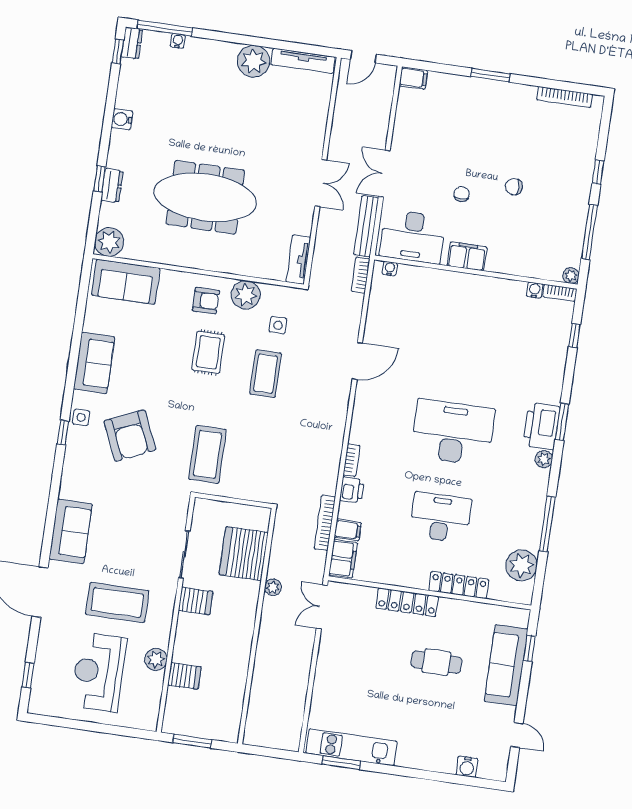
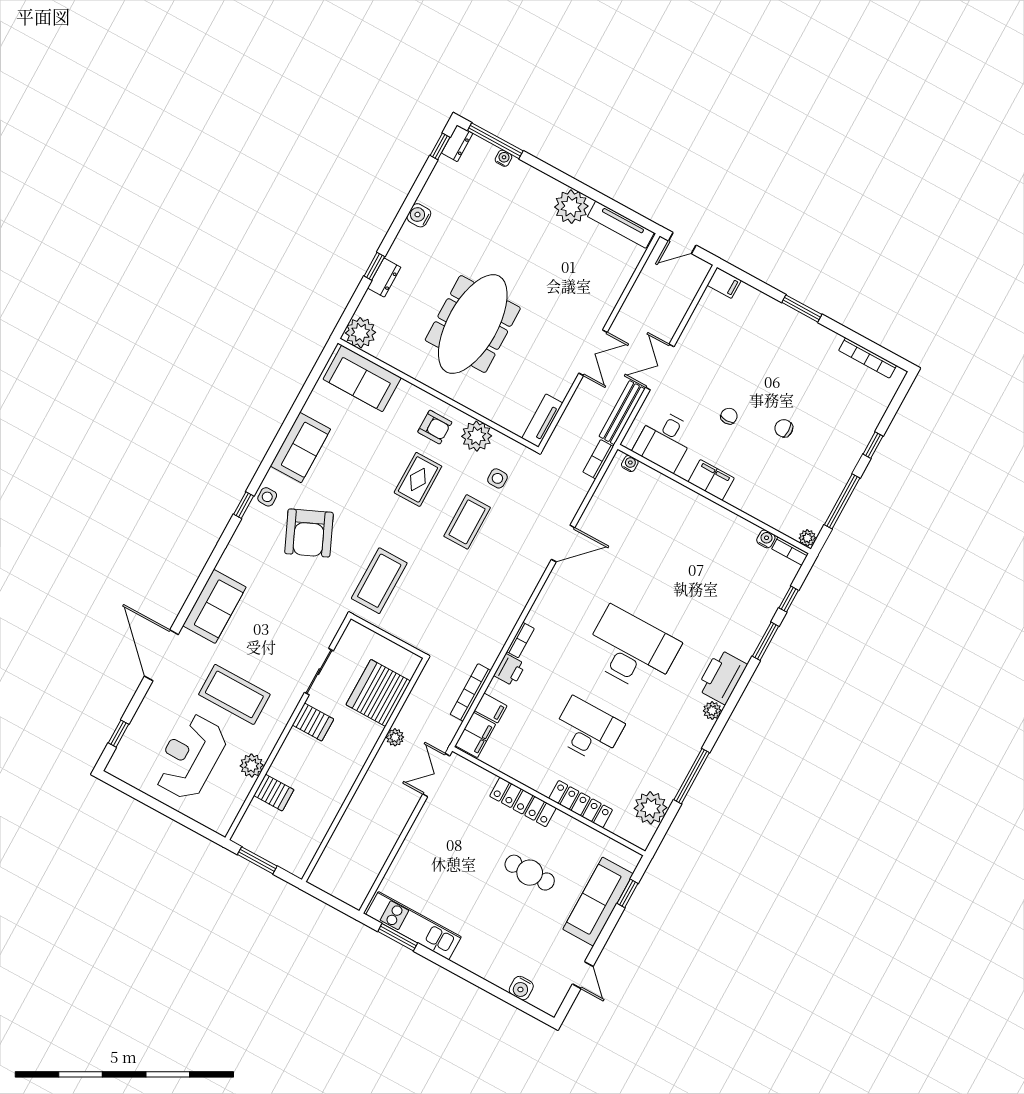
meeting table: (205, 197) -> (473, 324), turned 90
desk: (413, 236) -> (665, 440), width x0.73
window: (562, 422) -> (766, 641), moved

